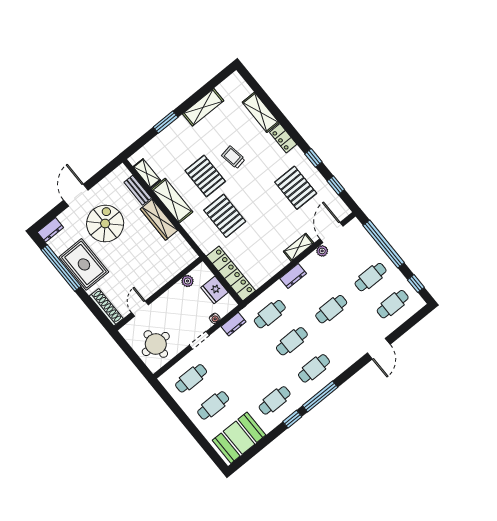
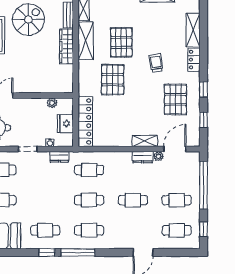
trolley: (233, 157) -> (156, 63), moved
dresser: (293, 276) -> (143, 157), moved

